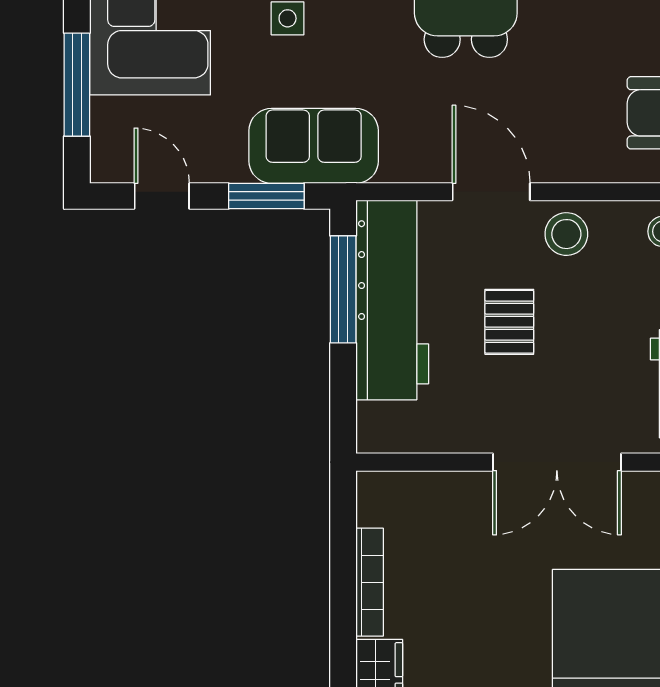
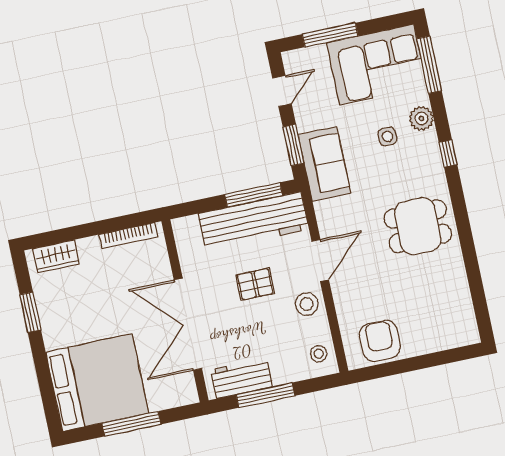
double door: (557, 462) -> (188, 324), width x1.36
bookcase: (370, 582) -> (128, 236), moved

